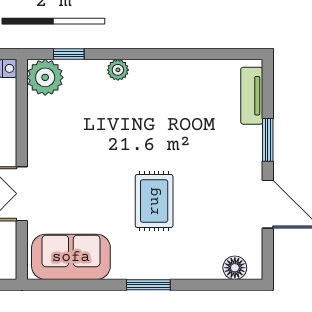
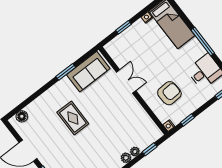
plant: (45, 77) -> (135, 152), moved, width x0.53, depth x0.53
window: (148, 285) -> (66, 72), moved

